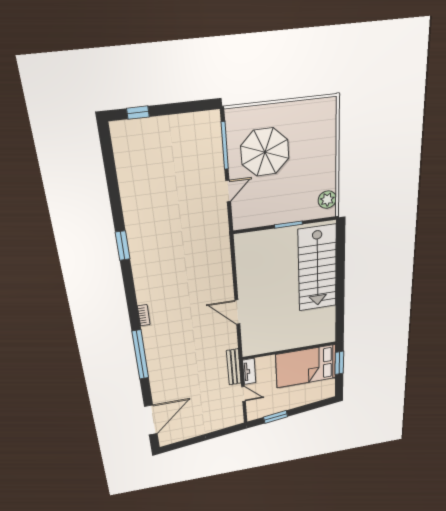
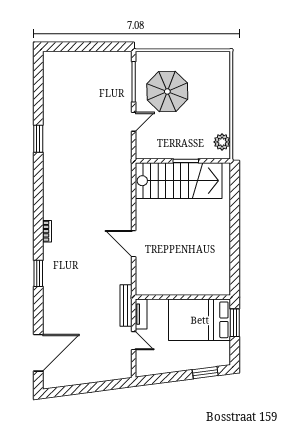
window: (138, 113) -> (67, 47), removed
window: (123, 246) -> (38, 139), moved
stairs: (317, 268) -> (179, 181), moved, turned -90
window: (140, 355) -> (38, 273), width x0.47
window: (276, 417) -> (205, 373), moved

